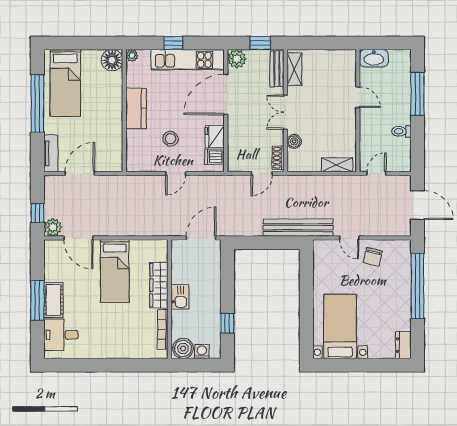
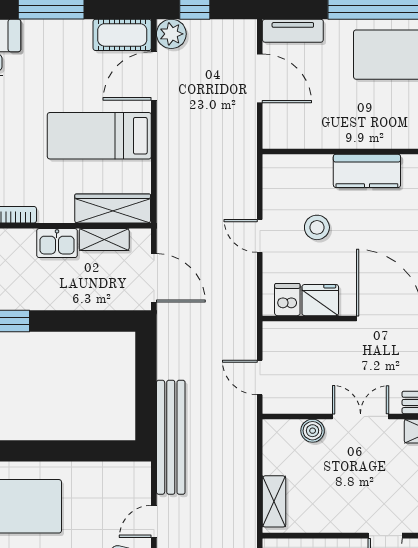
shoe rack: (278, 158) -> (286, 404), removed
shelving: (178, 268) -> (104, 240), added
wardrobe: (159, 285) -> (113, 208), moved
cot: (53, 300) -> (122, 35), moved

